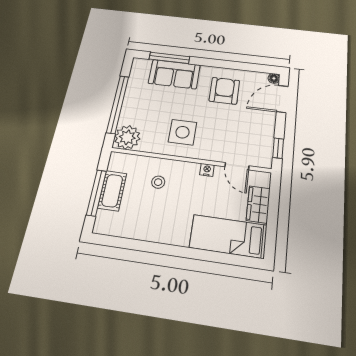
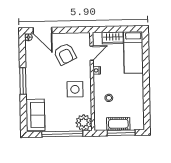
window: (169, 58) -> (23, 81), moved
sofa: (174, 74) -> (35, 115), moved
armchair: (224, 91) -> (65, 54), moved, turned -116
window: (278, 148) -> (76, 30), removed

